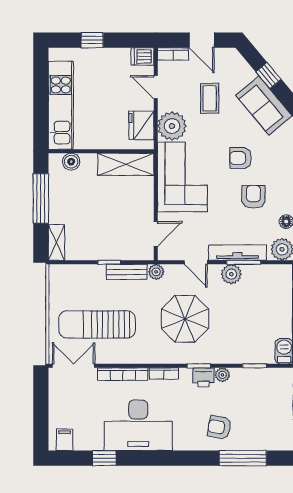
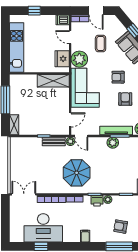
boiler: (71, 162) -> (22, 79), removed
door: (196, 262) -> (81, 136), moved
parasol: (185, 319) -> (77, 173), moved
sun lounger: (97, 324) -> (37, 171), removed
desk: (138, 425) -> (43, 228), moved
armchair: (219, 427) -> (121, 227), moved
filing cabinet: (65, 440) -> (85, 236), moved

